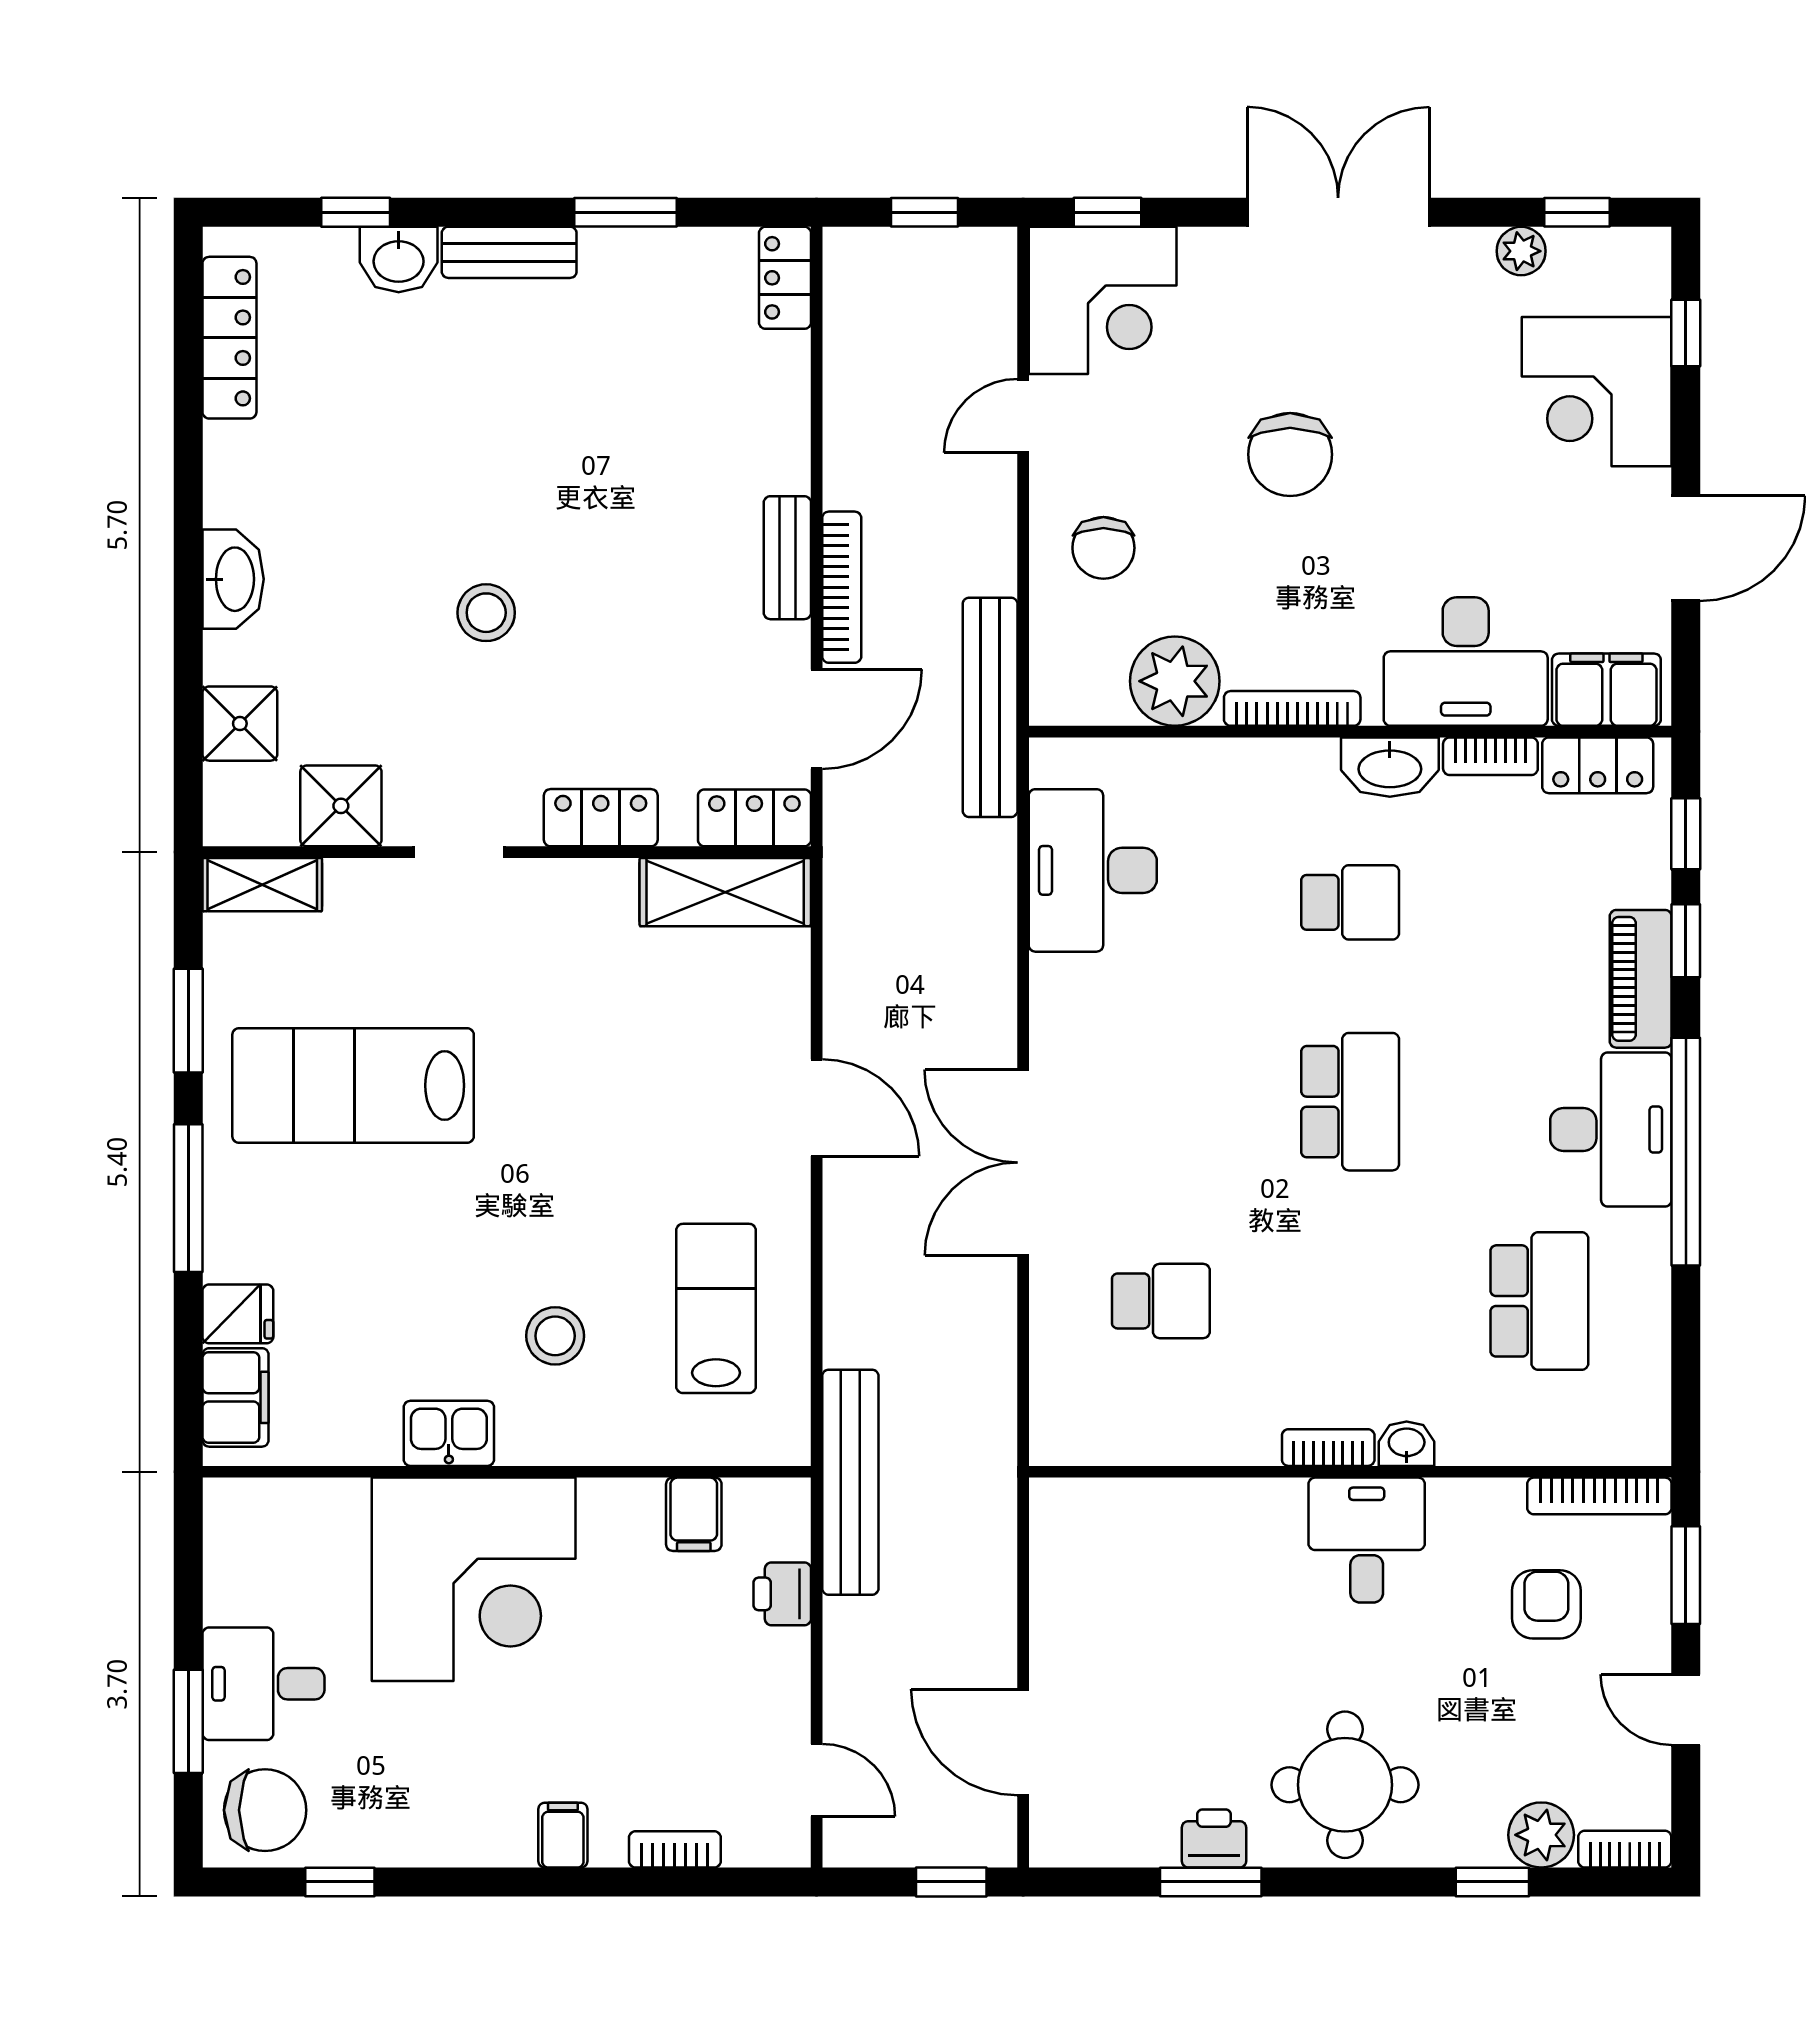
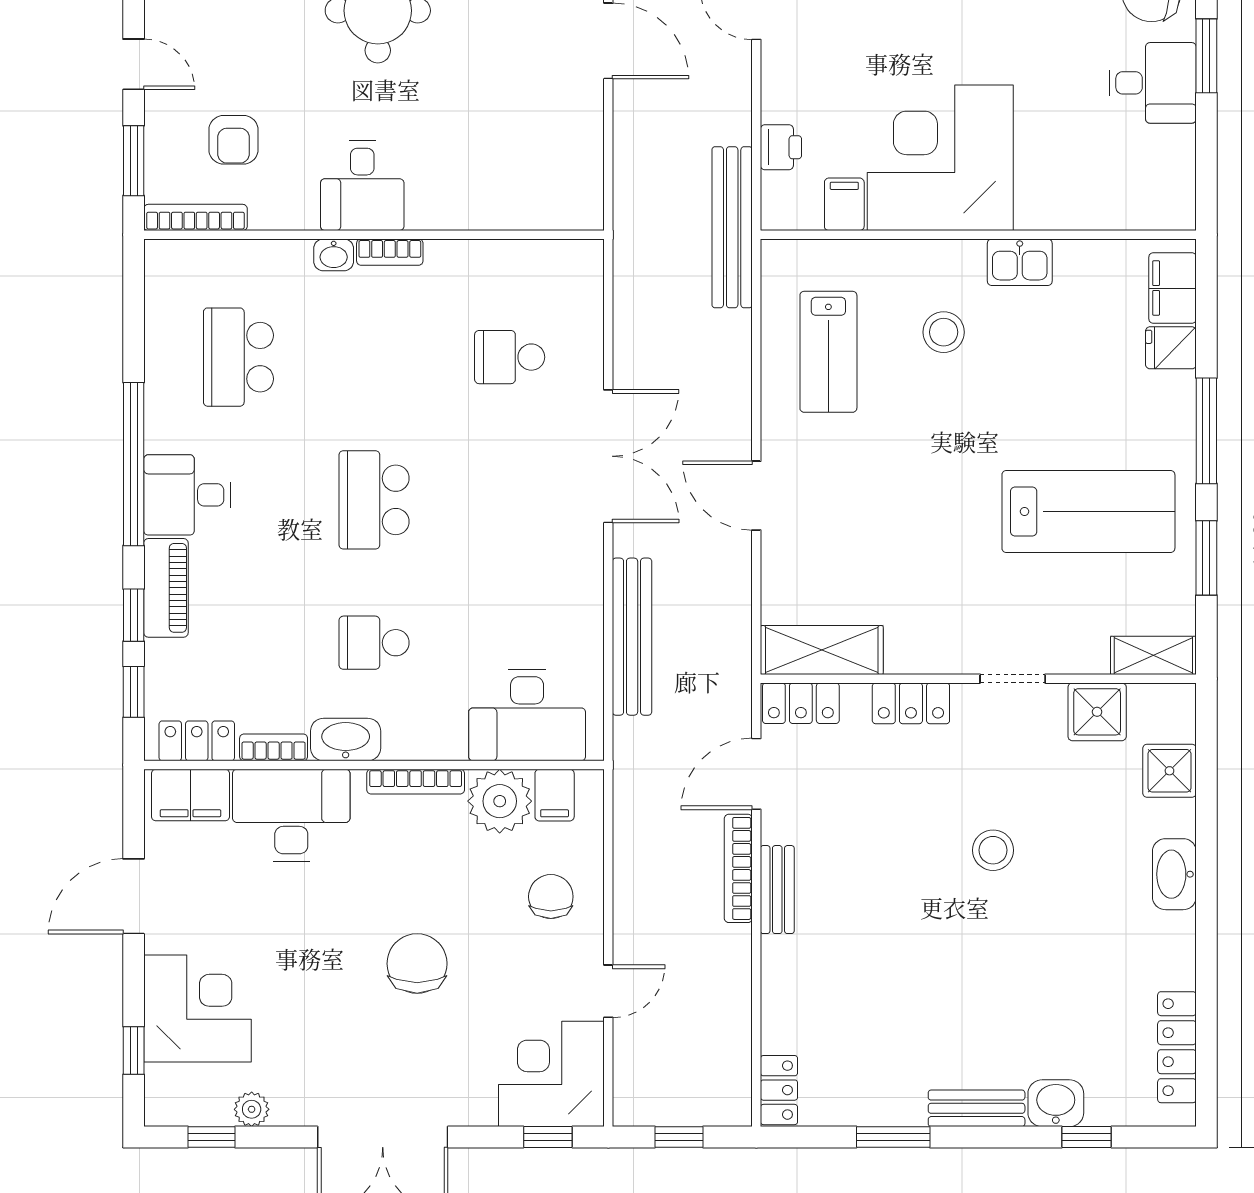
filing cabinet: (1098, 690) -> (555, 795), added
bench: (990, 707) -> (632, 637), moved
desk: (1093, 870) -> (527, 715), moved, turned 90
desk: (1611, 1129) -> (187, 495), width x0.73
corner desk: (474, 1579) -> (940, 158), moved

